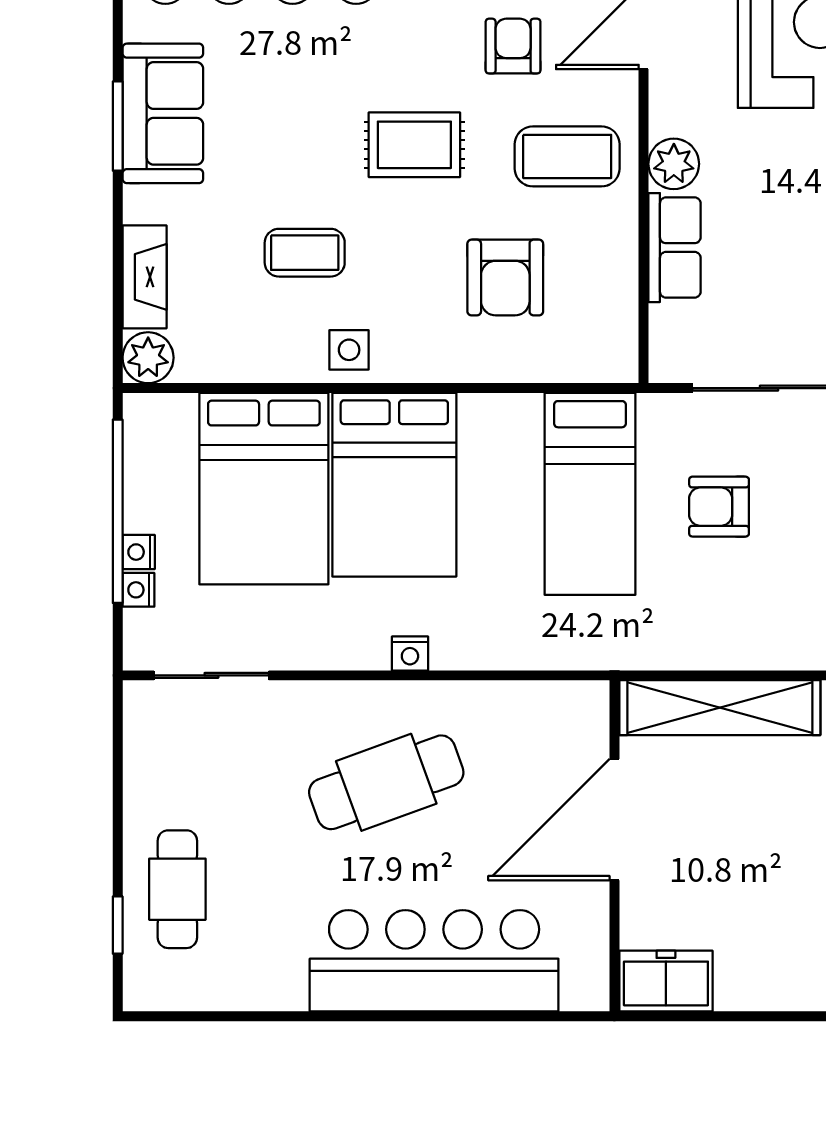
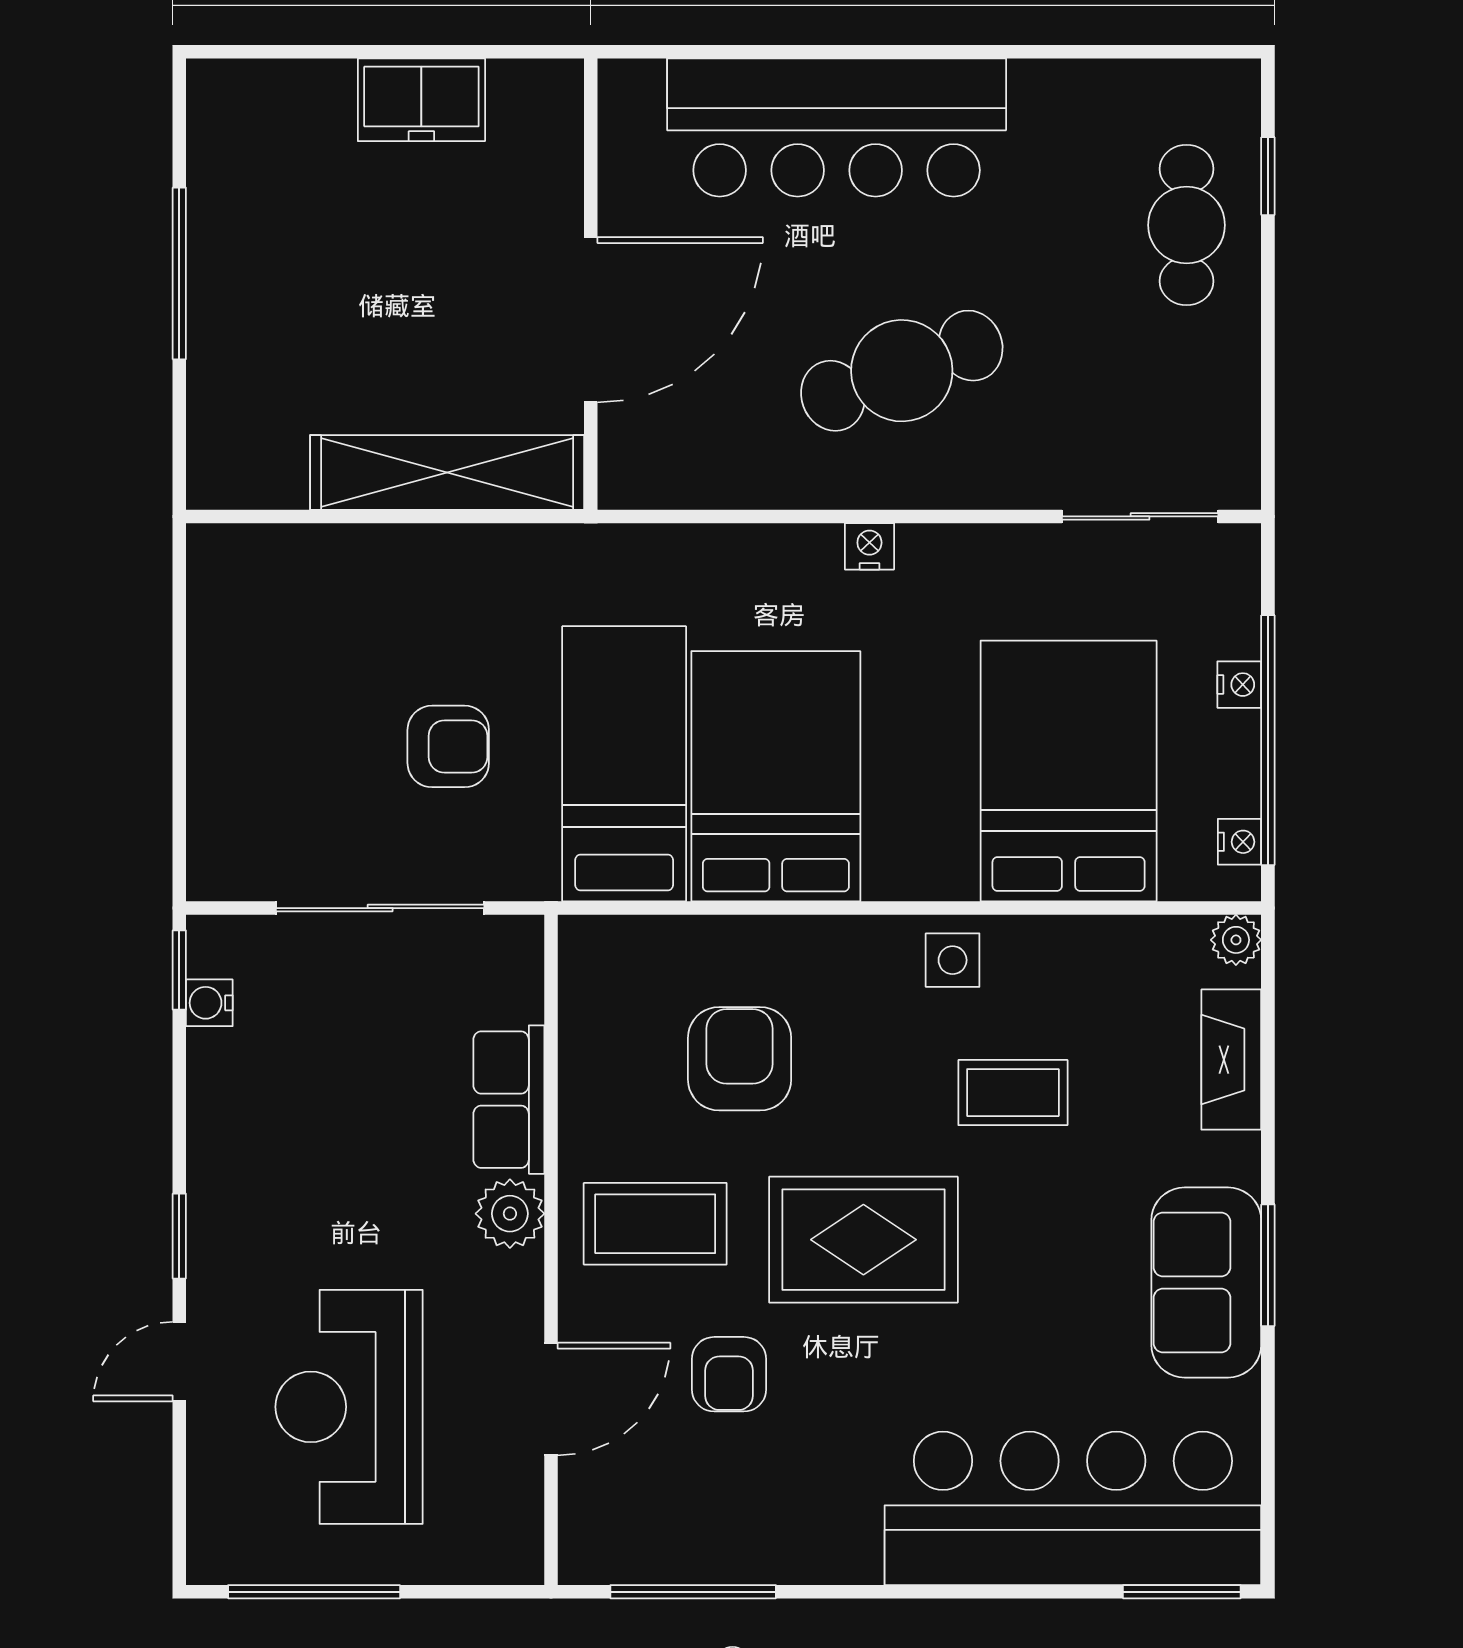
rug: (414, 145) -> (863, 1240), width x1.36, depth x1.43
plant: (148, 358) -> (1236, 940), width x0.73, depth x0.73
bed: (394, 485) -> (776, 776), moved
nightstand: (138, 590) -> (1240, 842), moved
freezer: (666, 981) -> (421, 100), moved

